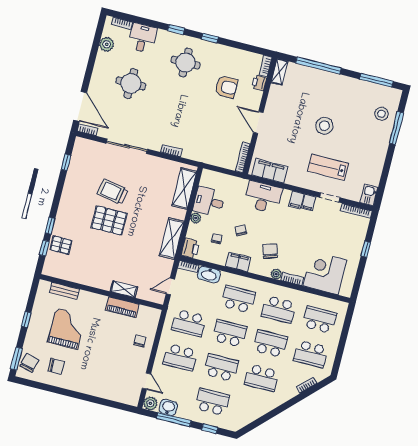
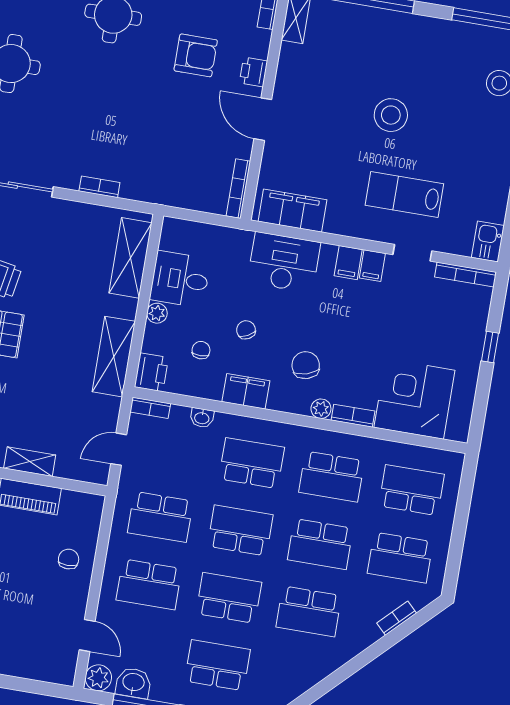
printer: (259, 83) -> (253, 72), moved
washbasin: (209, 274) -> (202, 418), width x0.52, depth x0.69
school desk: (270, 344) -> (320, 544), turned 180

